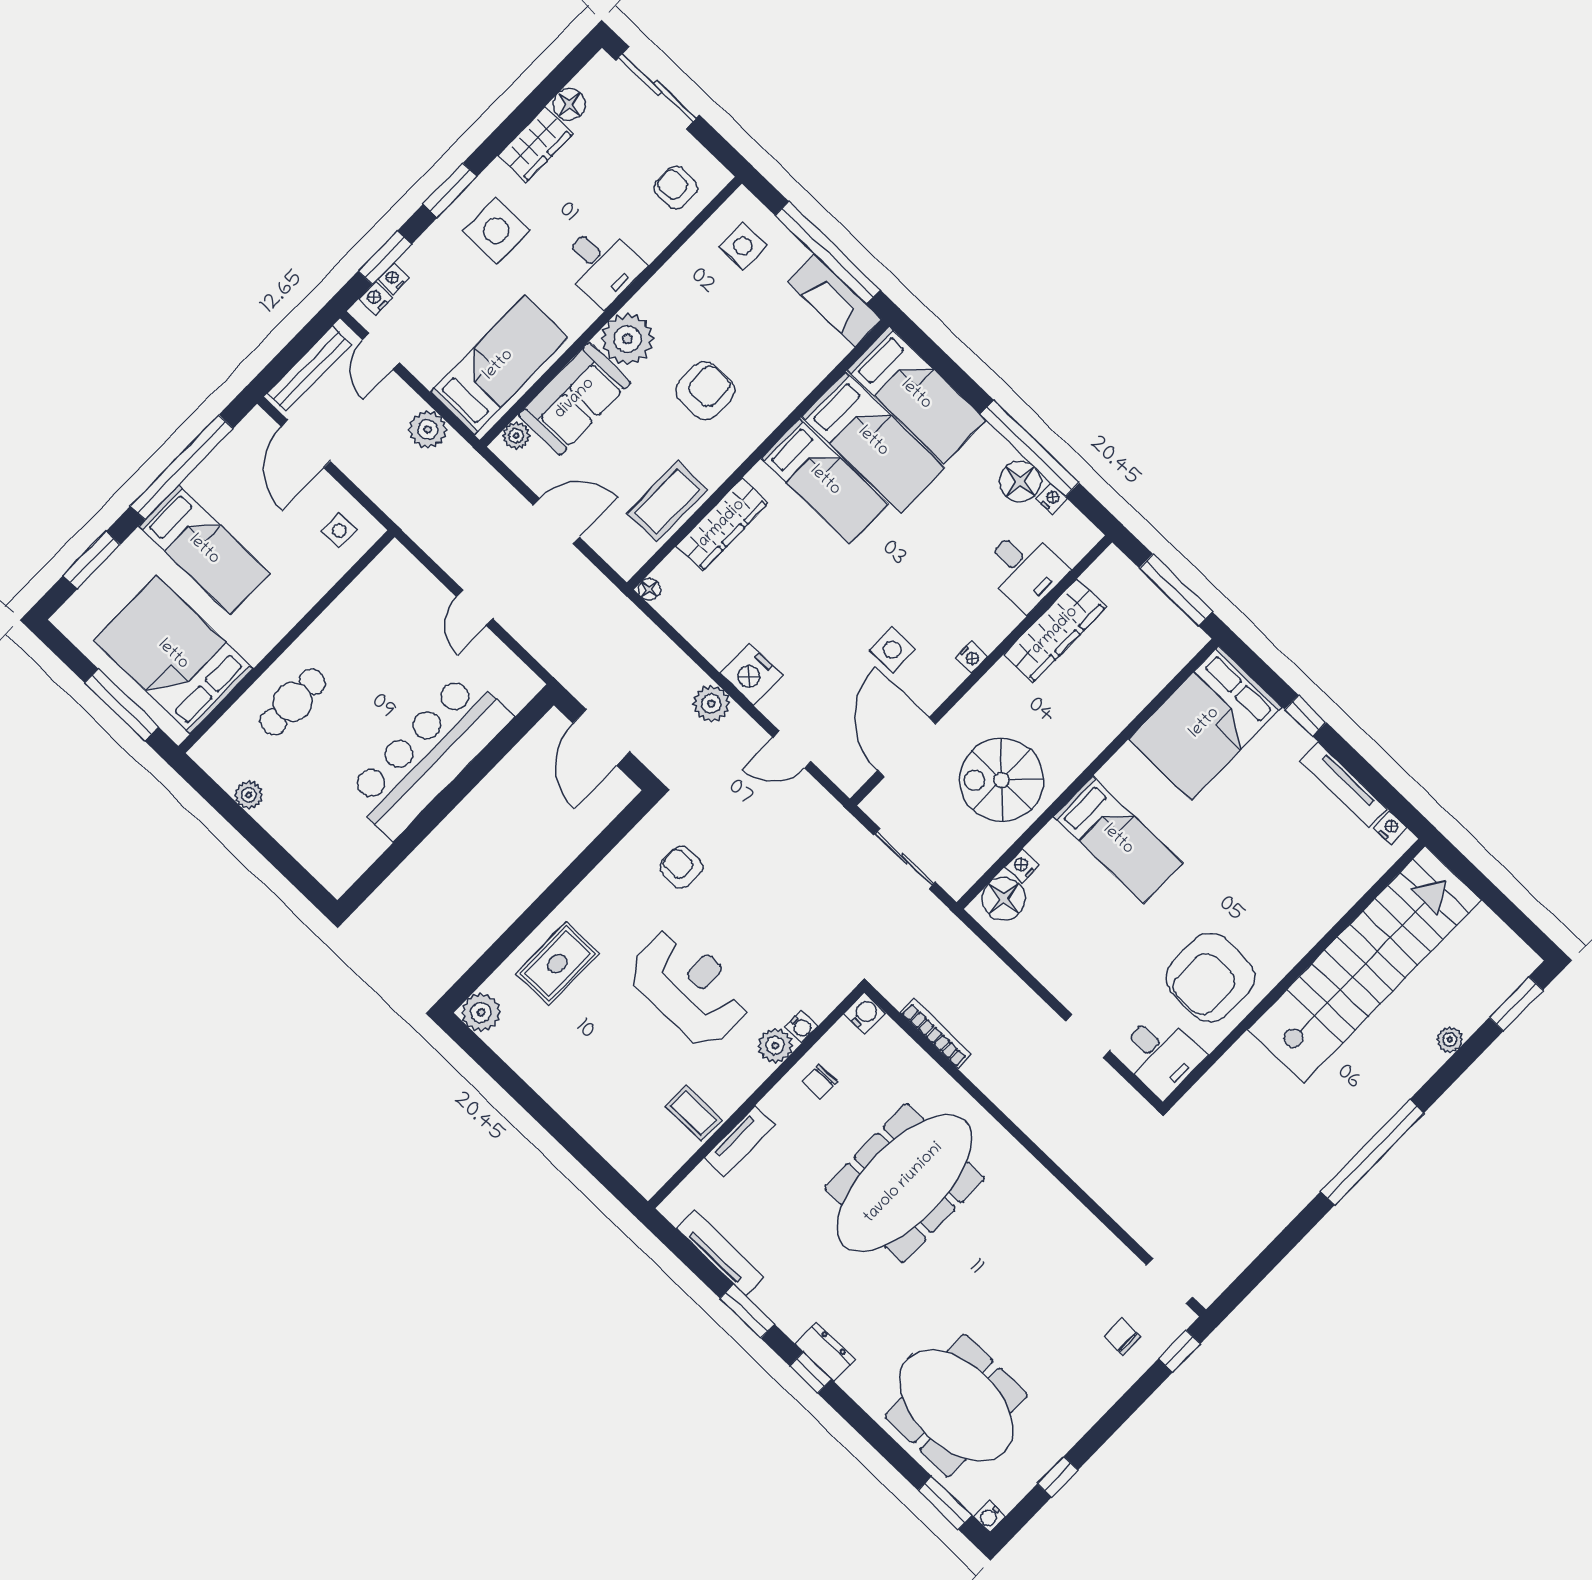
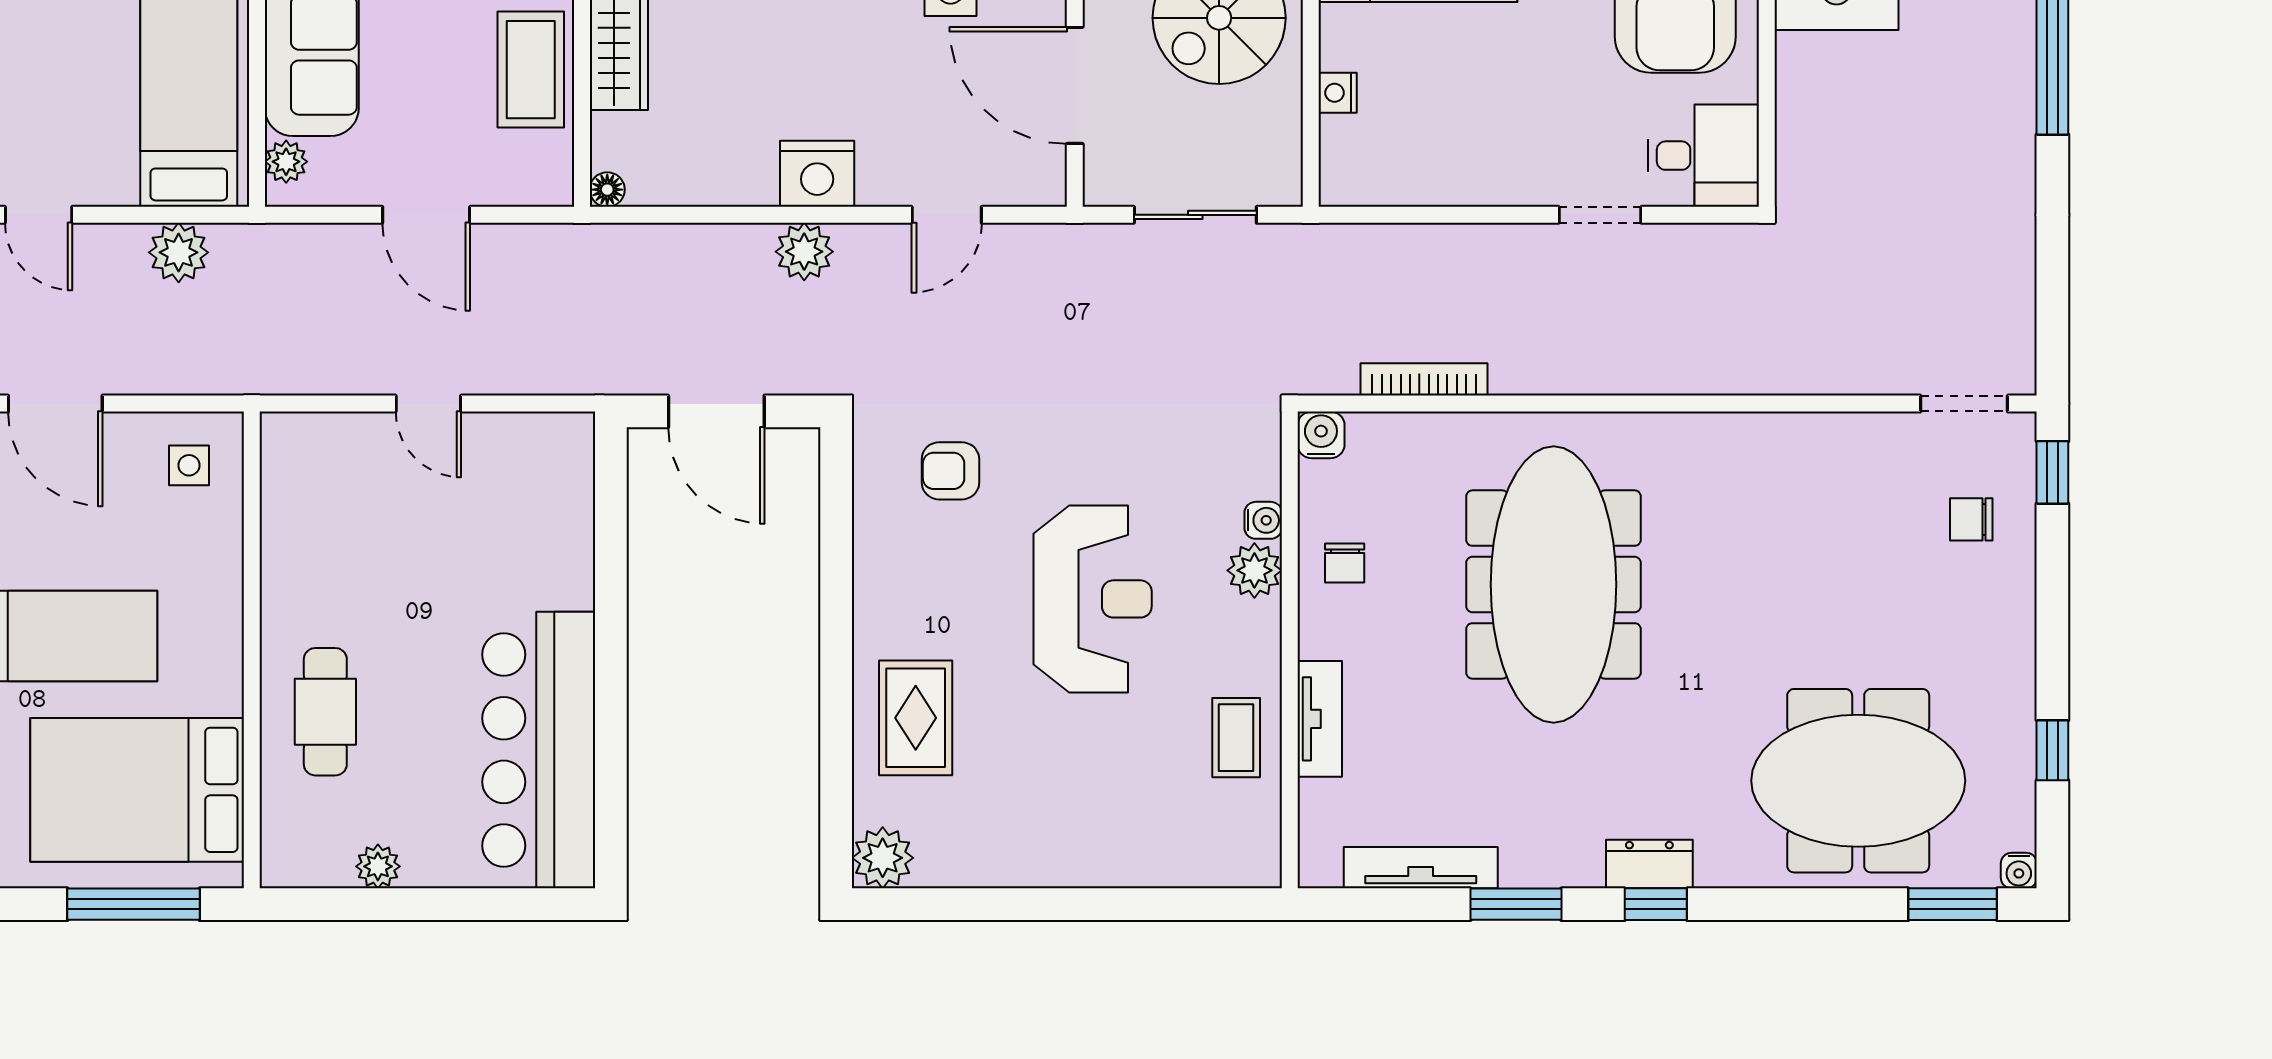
door: (556, 521) -> (426, 215), swing flipped
bar counter: (429, 755) -> (539, 750), moved
floor lamp: (1004, 899) -> (1353, 151), removed
reception desk: (689, 987) -> (1093, 599), turned 90
coffee table: (694, 1113) -> (1236, 738), turned 90

